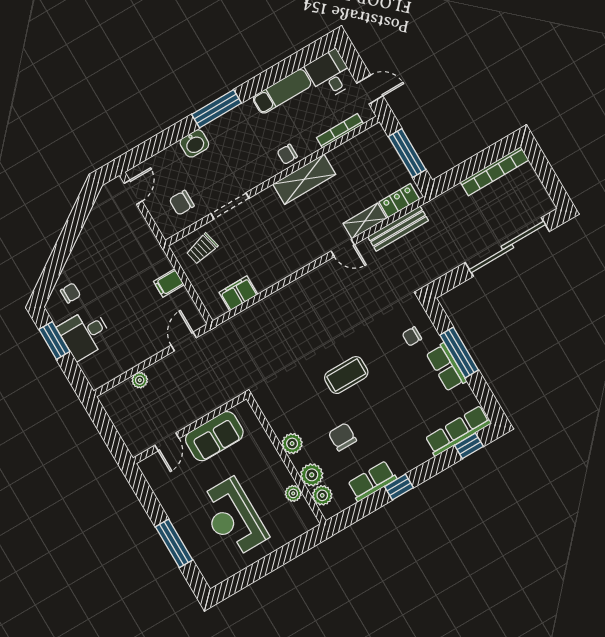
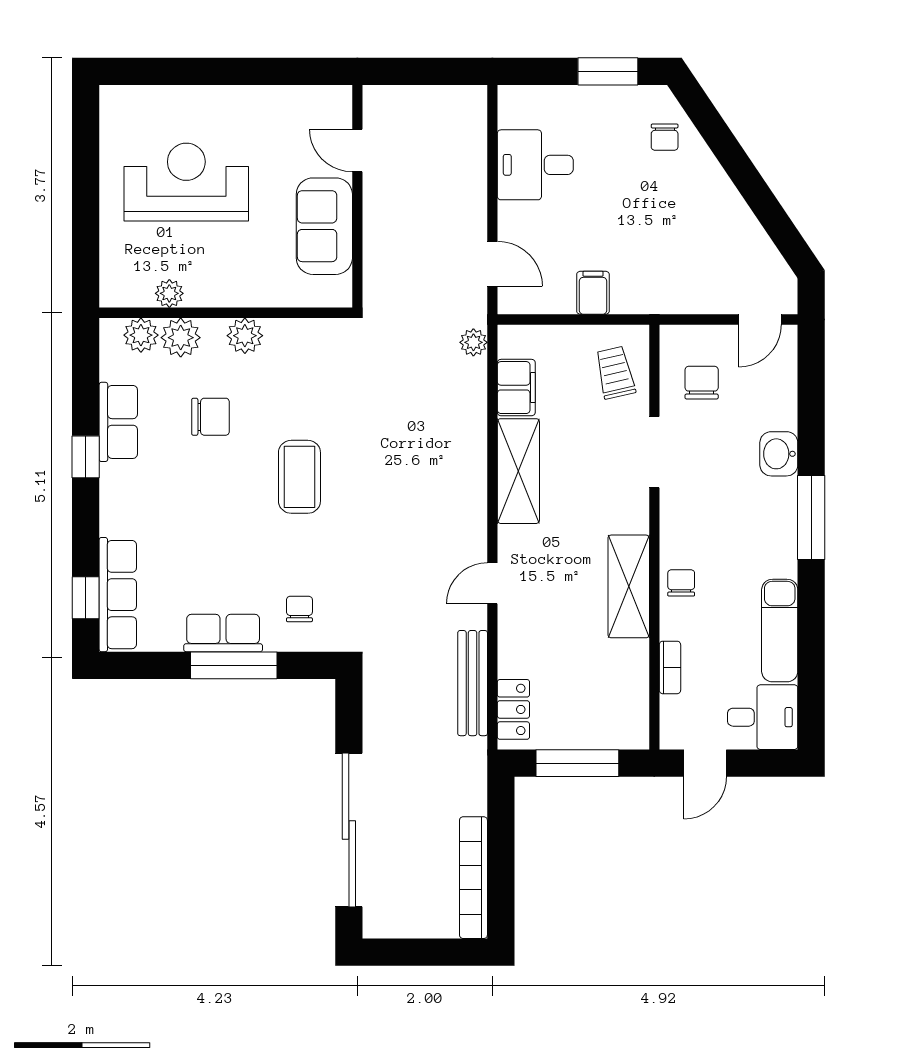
bookcase: (340, 131) -> (670, 667), width x0.64
door: (133, 192) -> (760, 319), hinge flipped
shelving: (365, 221) -> (518, 471), moved, width x1.50, depth x1.33
desk: (85, 334) -> (535, 165), moved, turned -90
plant: (140, 380) -> (473, 342), moved
window: (174, 543) -> (200, 71), removed

